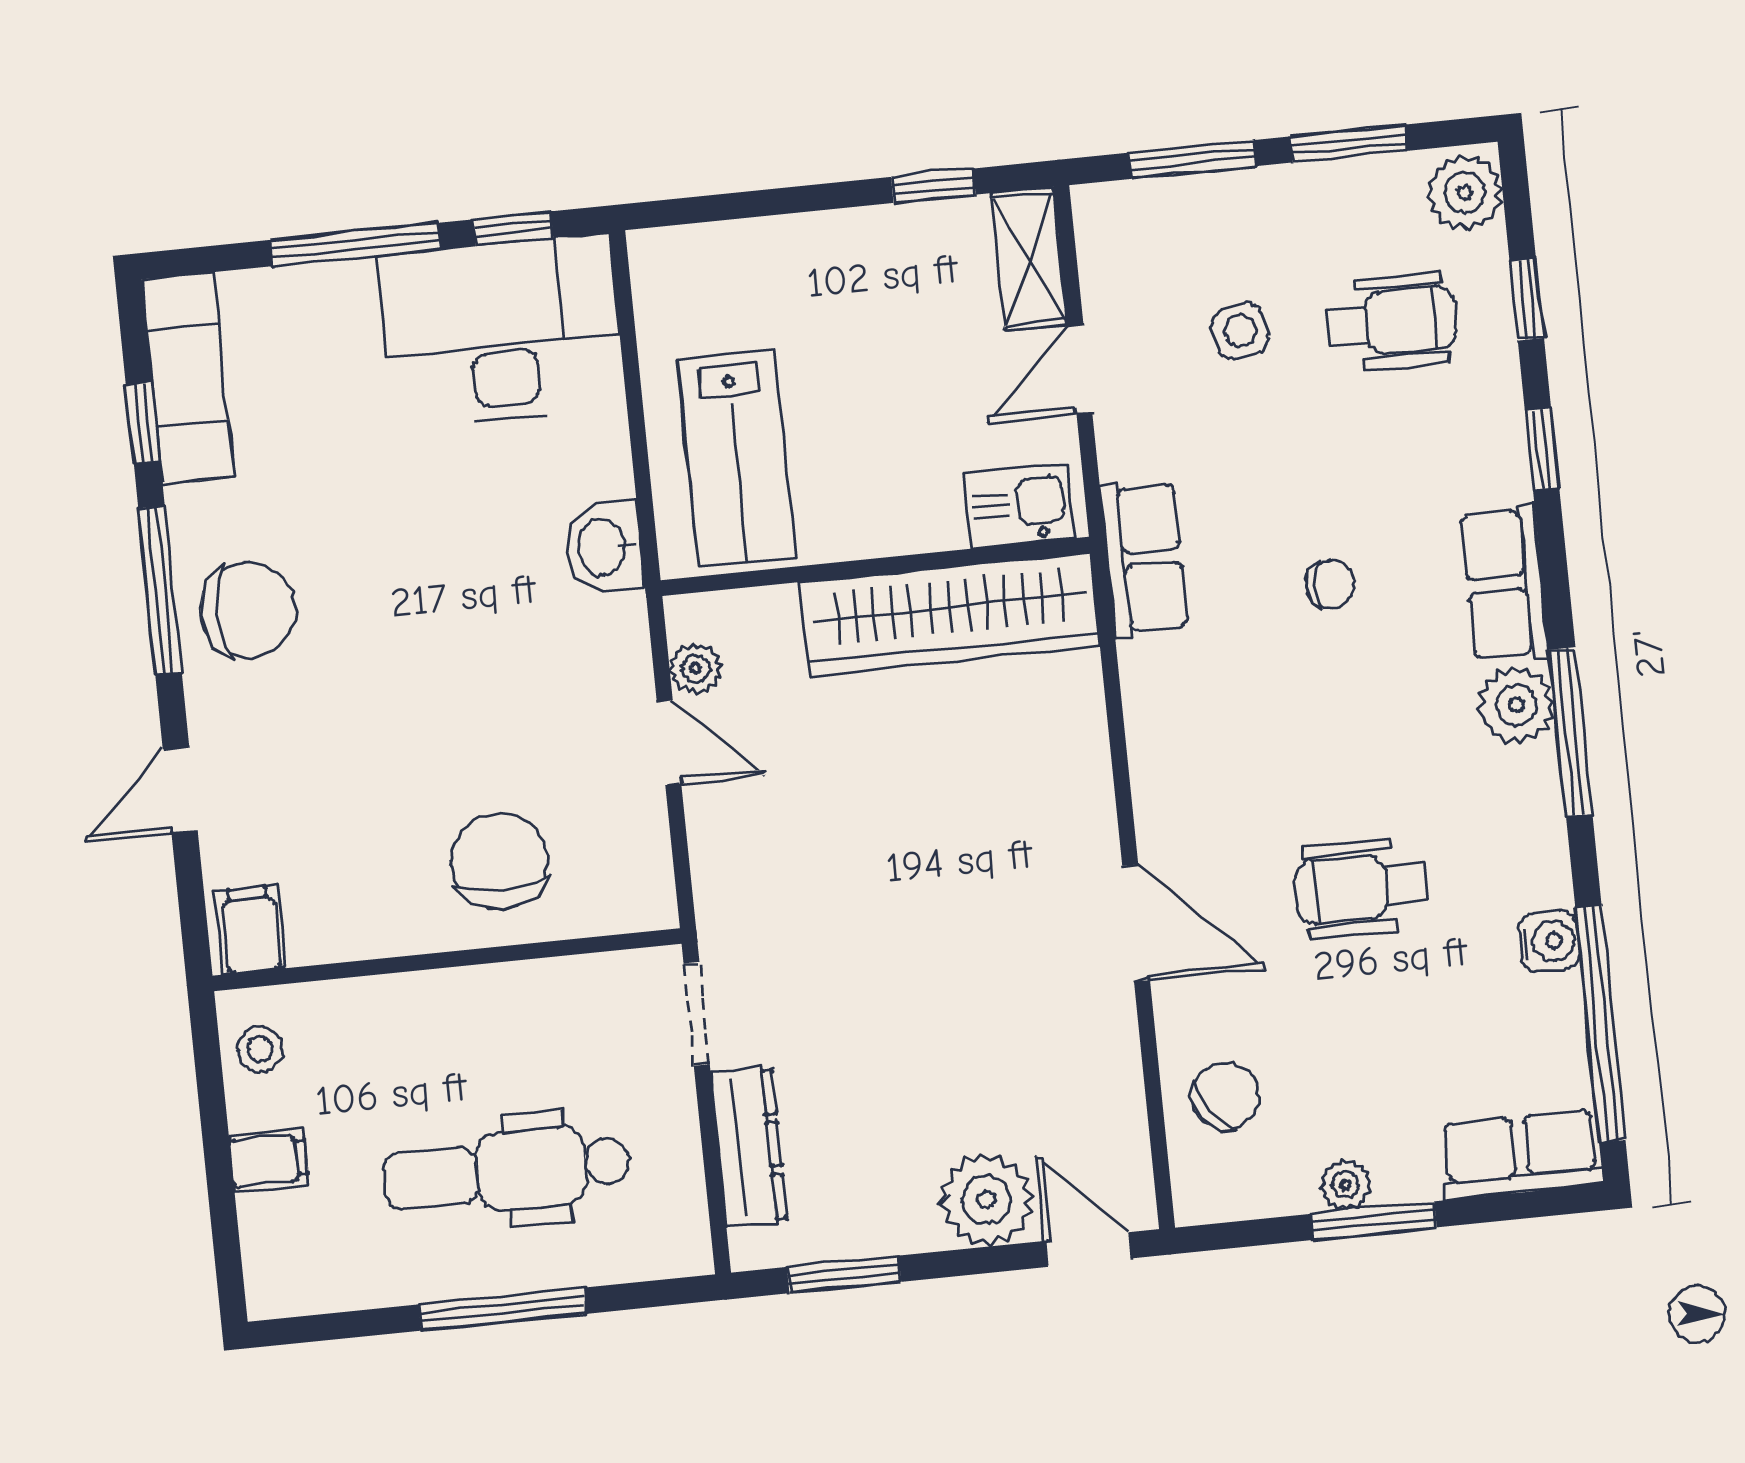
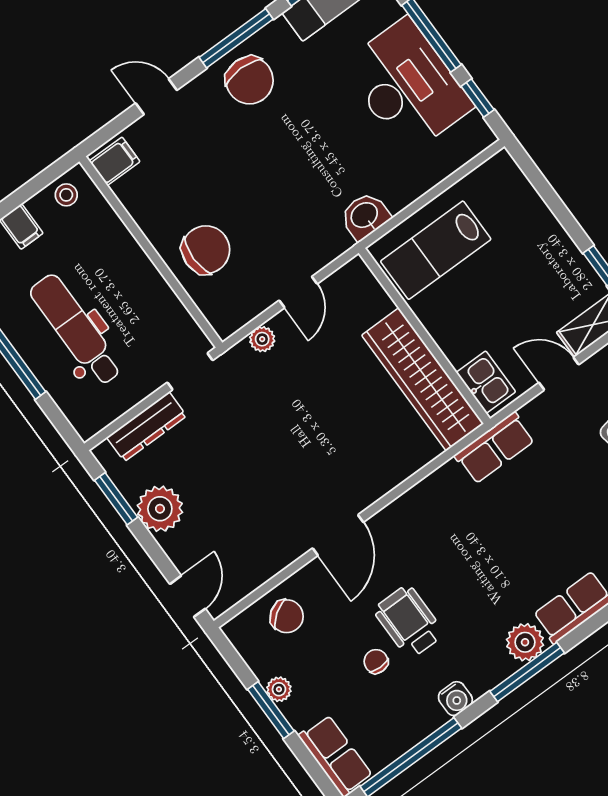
desk: (501, 331) -> (407, 86), moved
chair: (1330, 584) -> (376, 661), moved, turned 180
plant: (696, 668) -> (262, 339), moved
water cooler: (1549, 941) -> (455, 699), moved
plant: (986, 1200) -> (160, 509), moved

